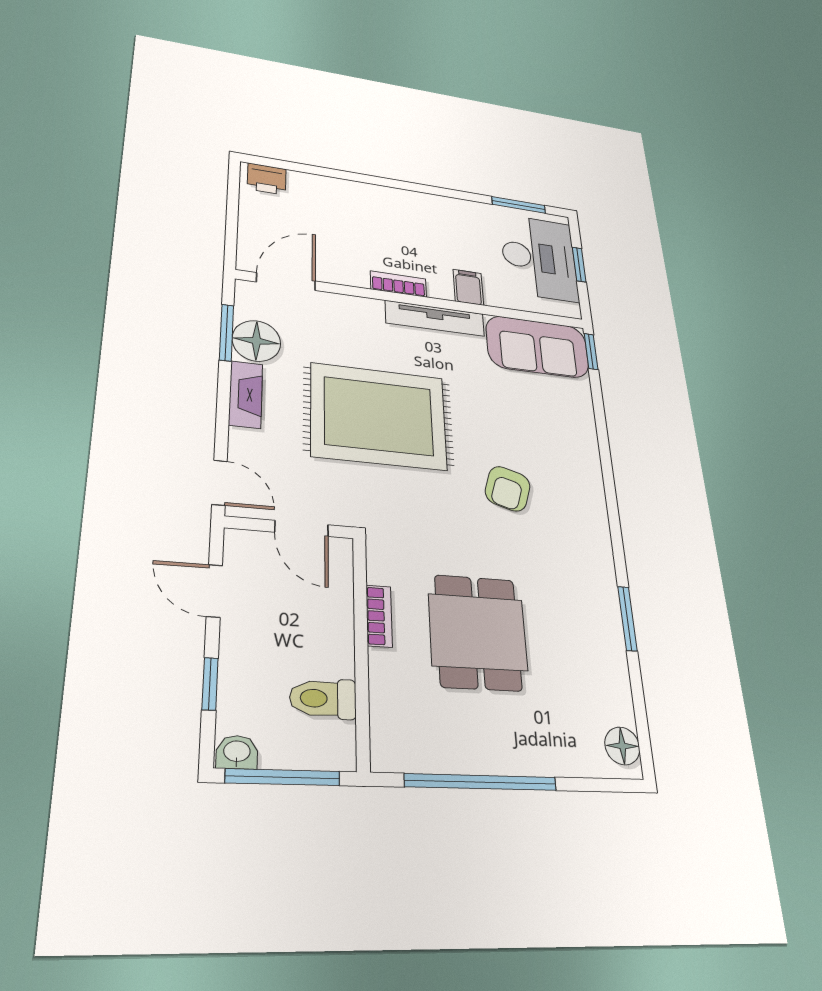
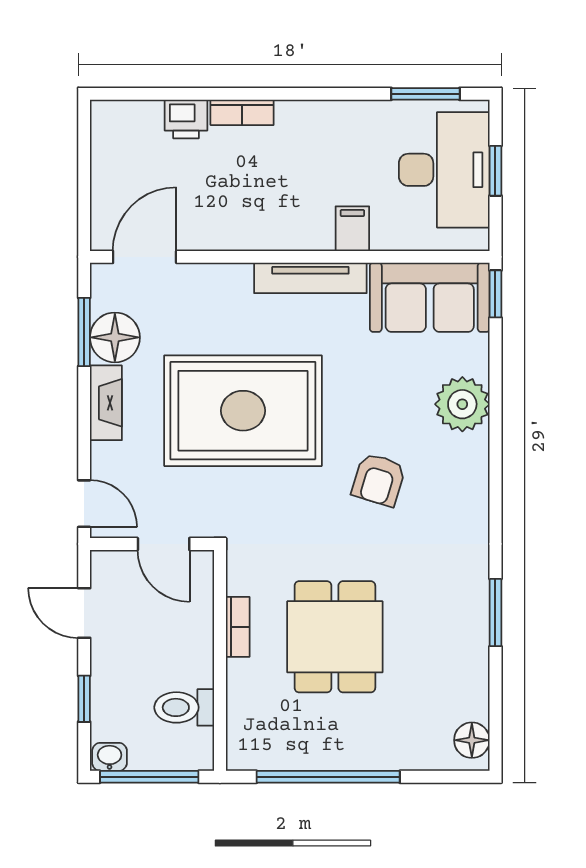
printer: (267, 179) -> (186, 119), moved
bookcase: (398, 284) -> (242, 112), moved, turned 180
plant: (575, 433) -> (462, 404), added

